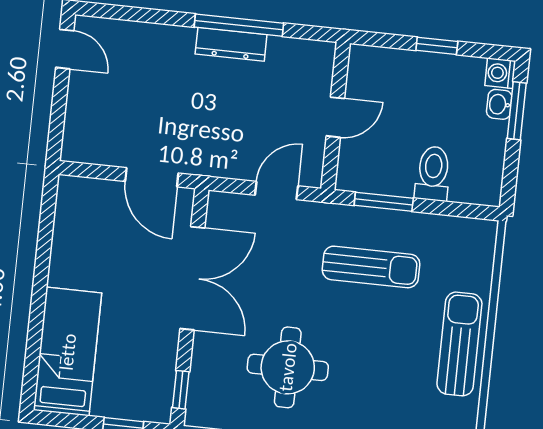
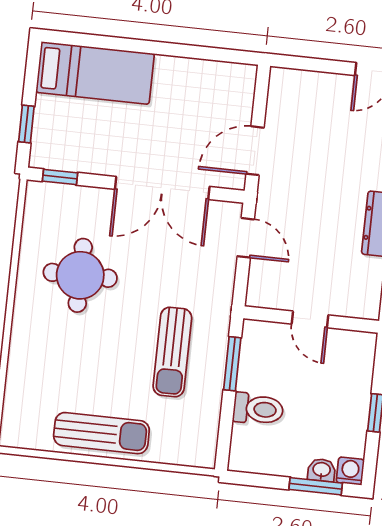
door: (277, 190) -> (246, 238), moved

